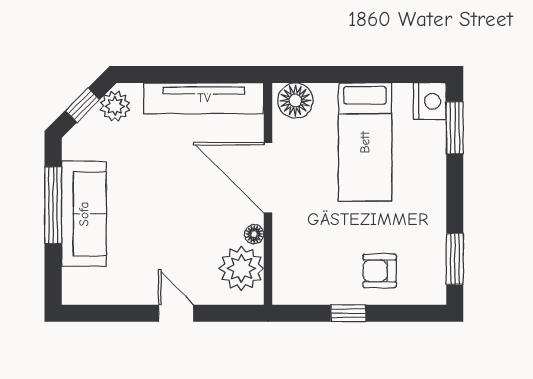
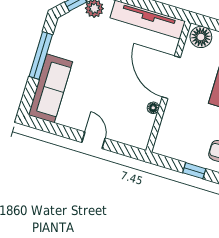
sofa: (84, 214) -> (50, 88), moved
plant: (241, 268) -> (140, 126), removed

